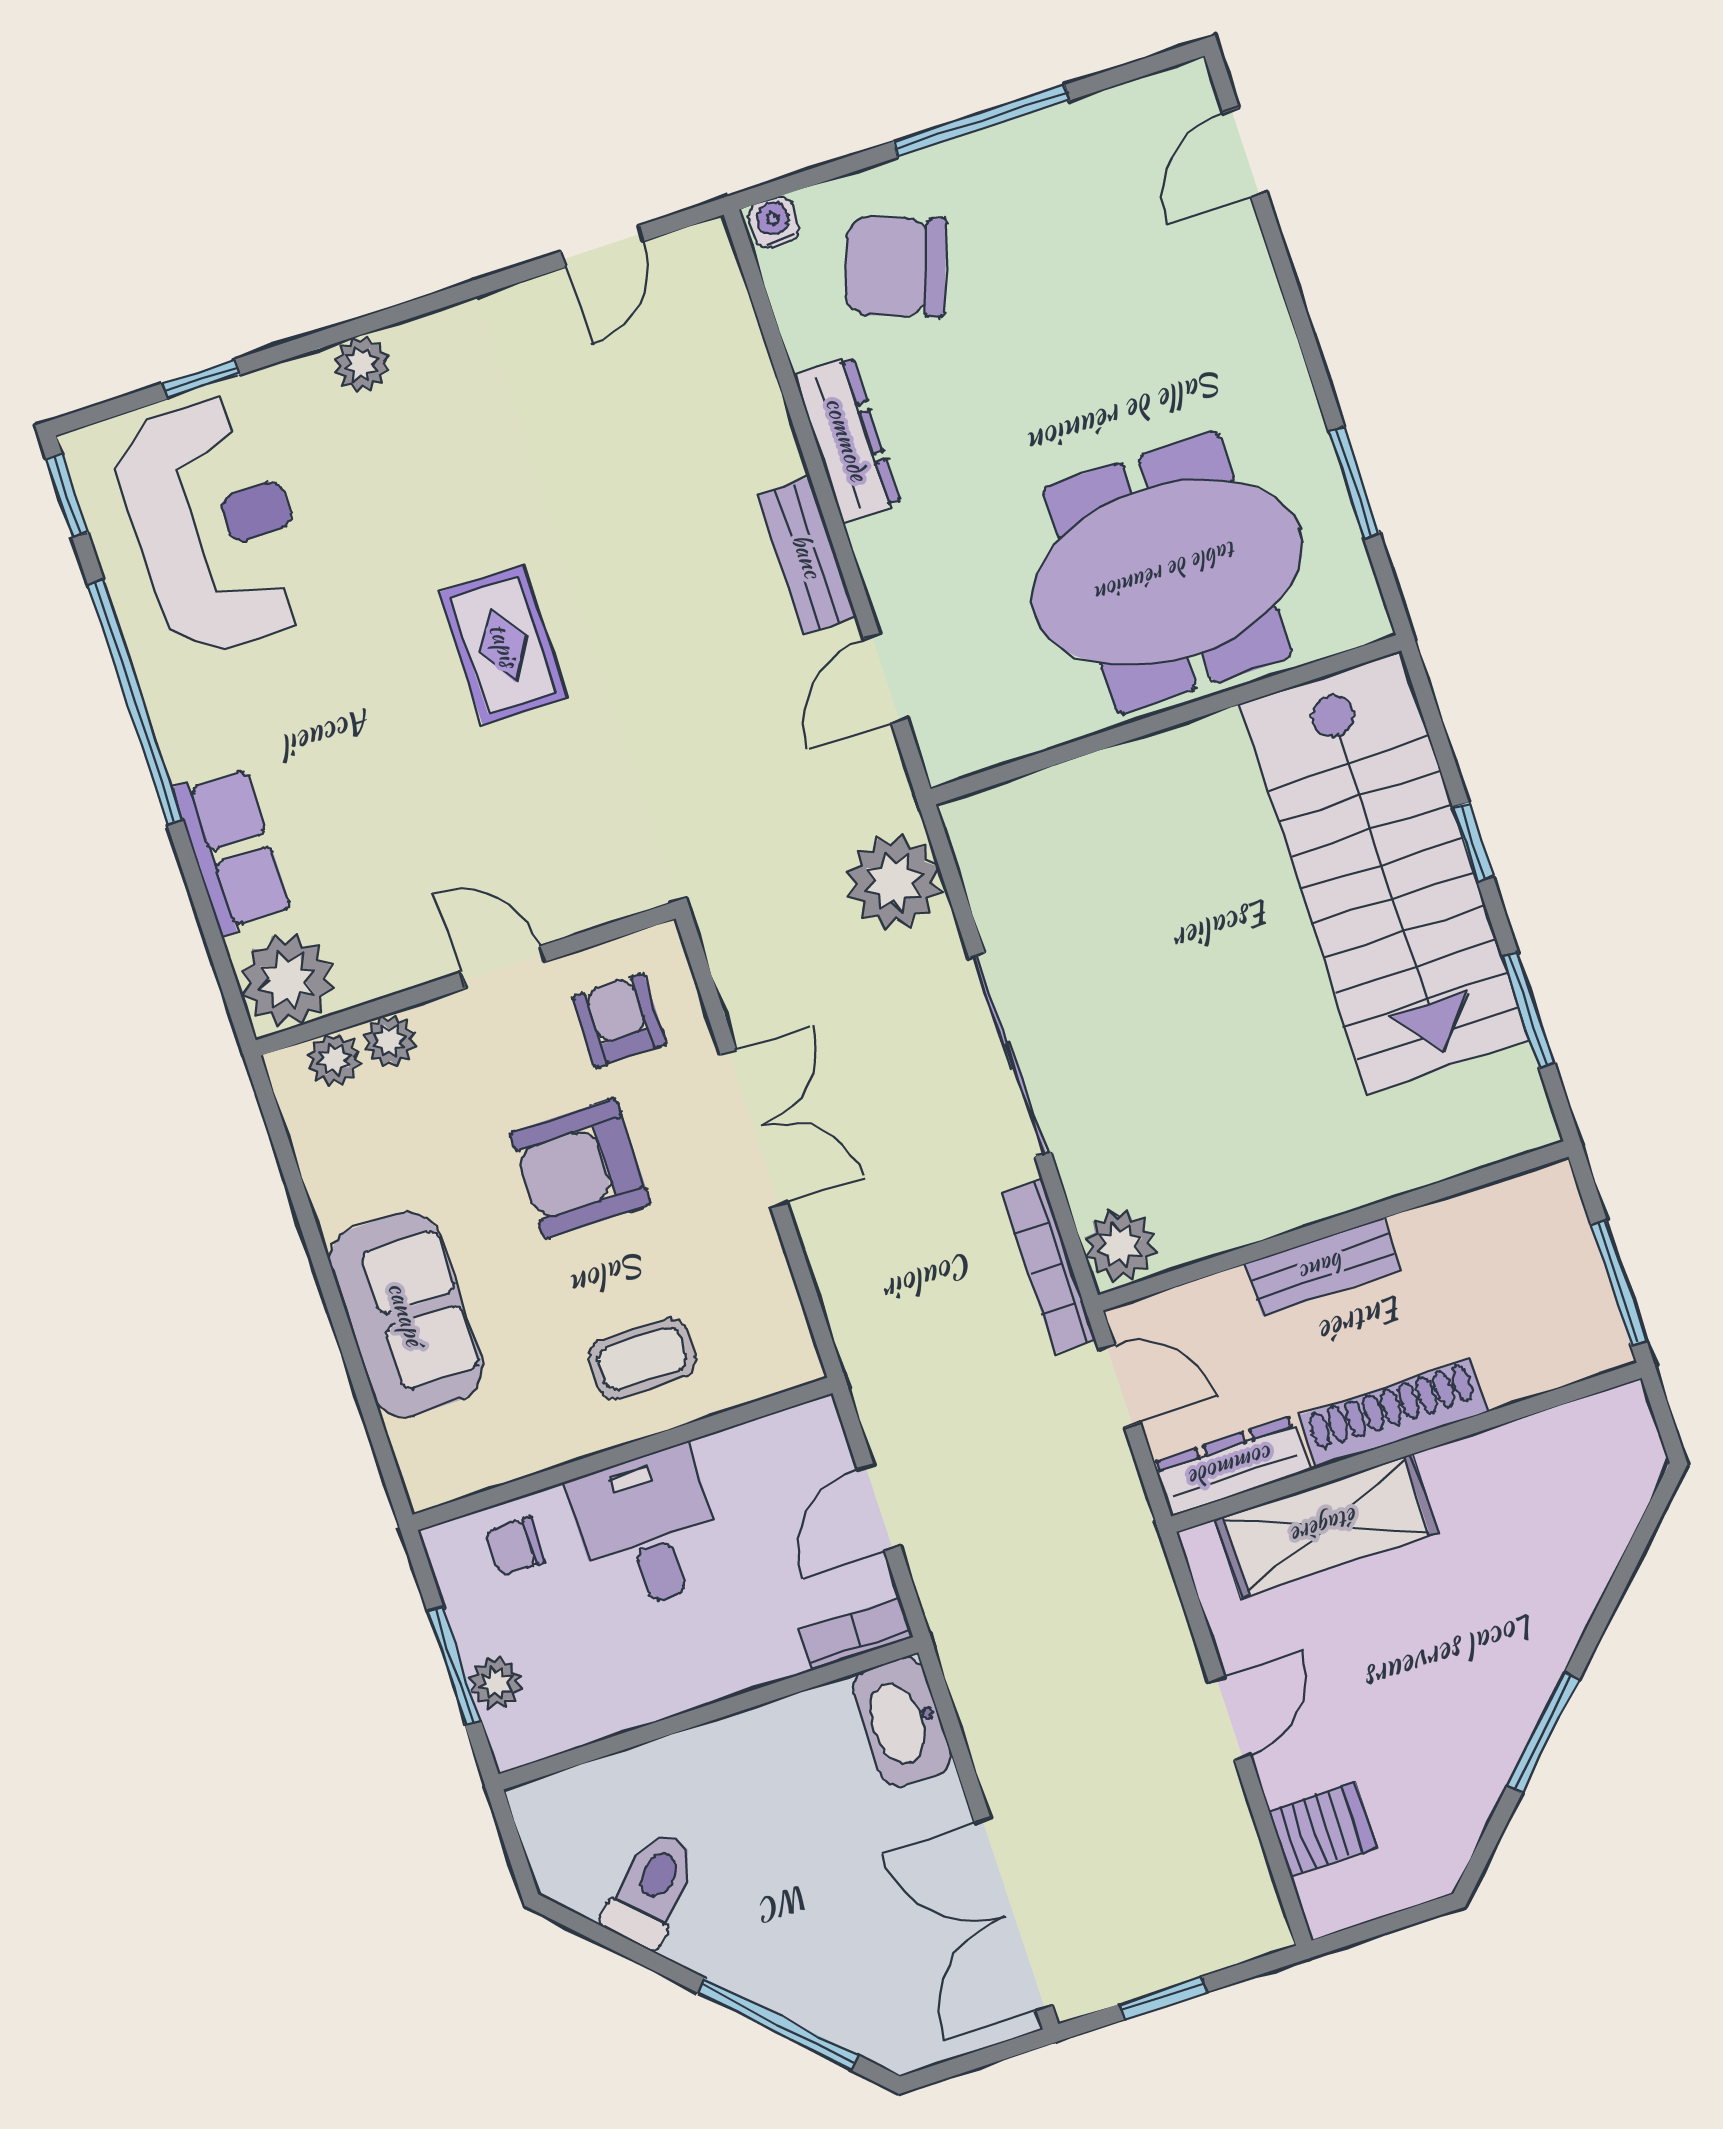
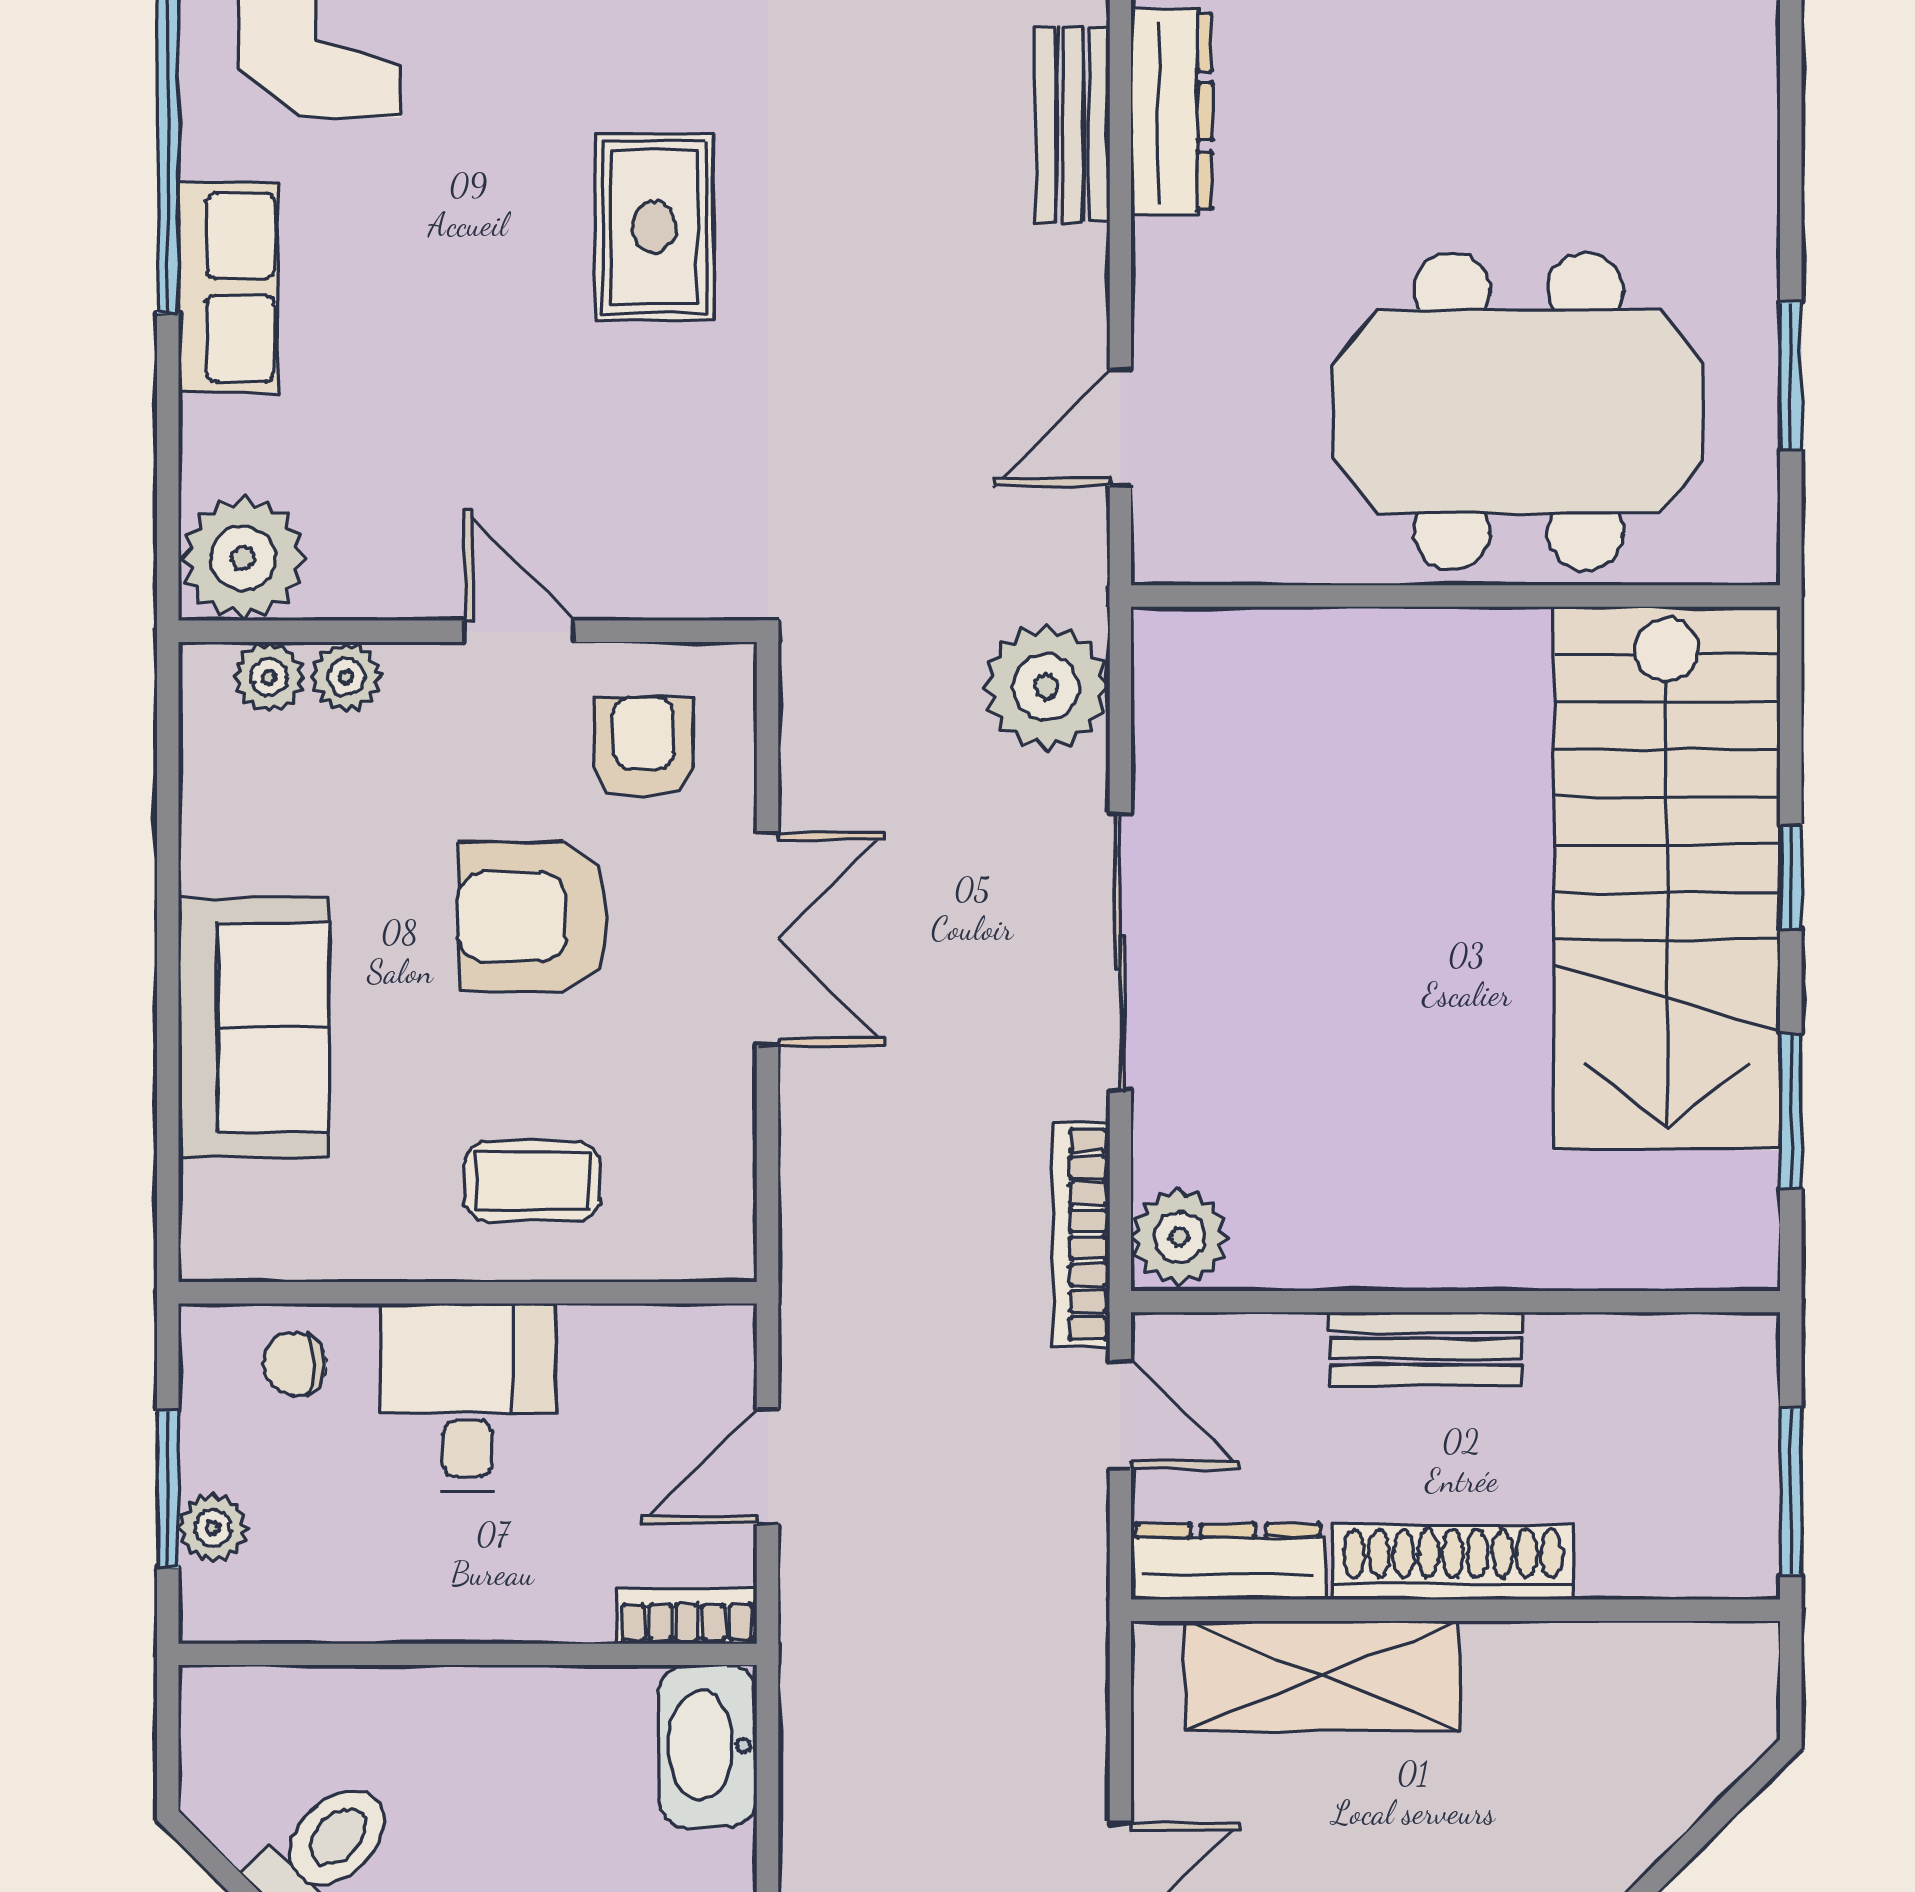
bench: (807, 556) -> (1072, 124), moved
row of seats: (233, 851) -> (228, 287), moved

